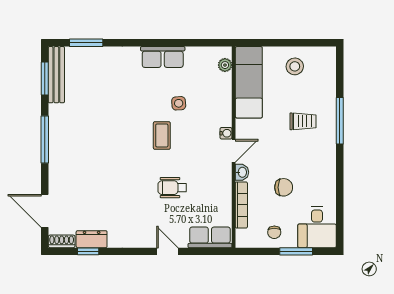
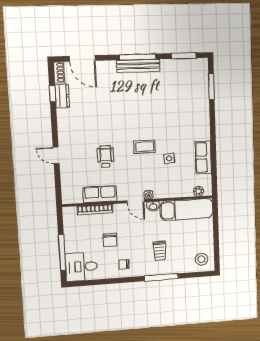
row of seats: (163, 57) -> (203, 157), moved
stool: (295, 66) -> (201, 259), moved
bench: (56, 75) -> (138, 66), moved
washbasin: (242, 172) -> (153, 206), moved
door: (45, 211) -> (82, 58), swing flipped
chair: (274, 232) -> (124, 264), moved
row of seats: (210, 237) -> (100, 194), moved, turned -90
door: (167, 251) -> (56, 155), swing flipped
window: (296, 251) -> (62, 253), width x1.44

